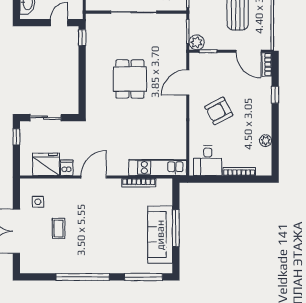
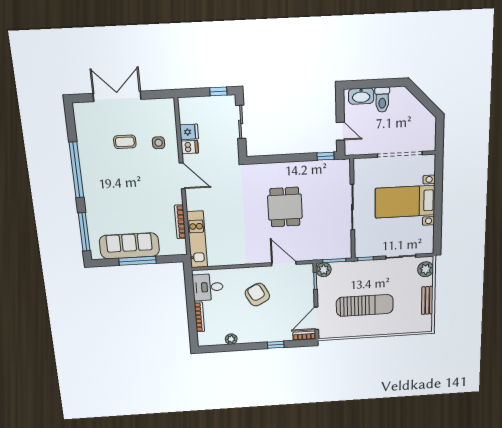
dining table: (130, 79) -> (285, 207), turned 90
fridge: (46, 164) -> (189, 132), width x0.53, depth x0.75
side table: (38, 202) -> (159, 143), moved

